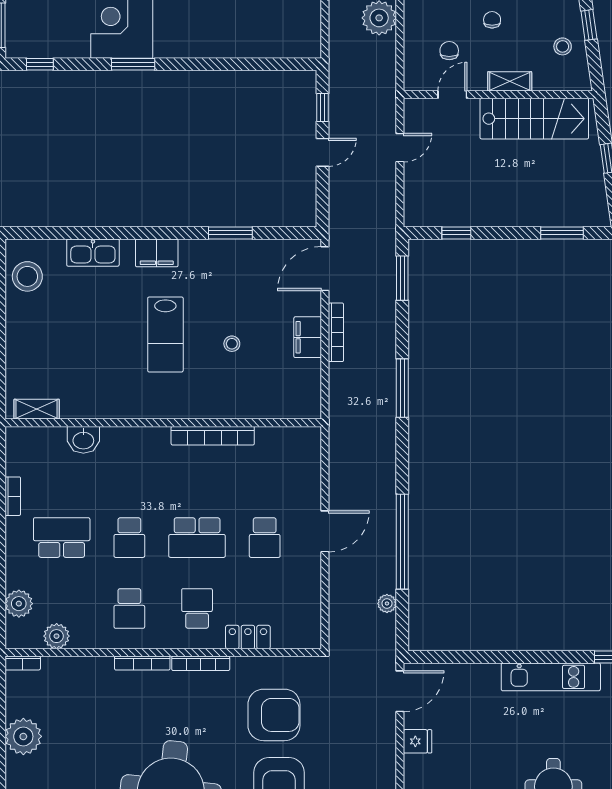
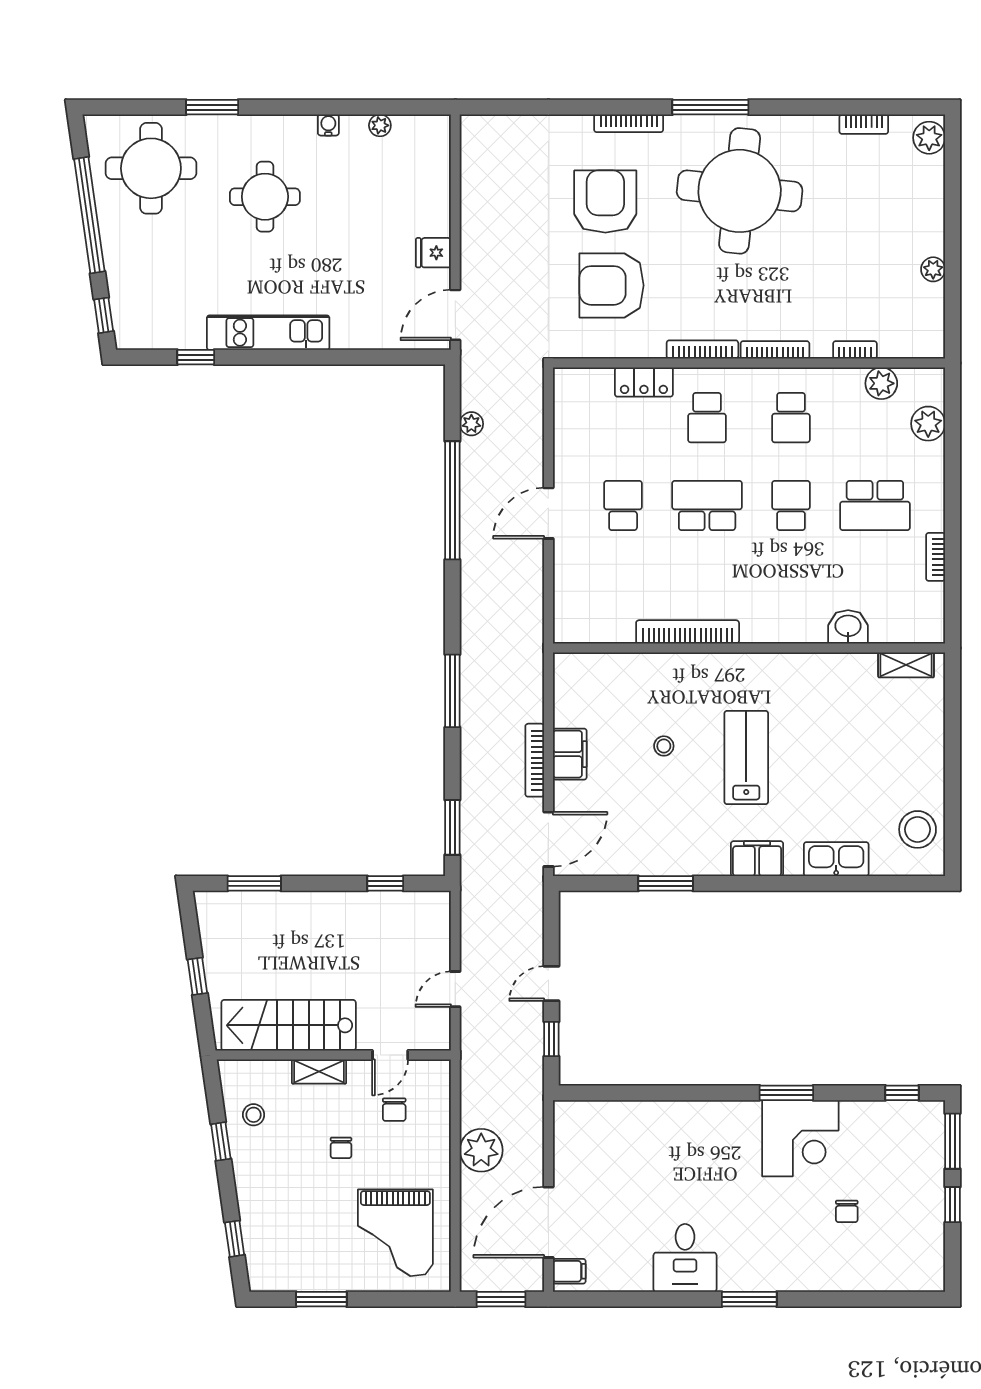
school desk: (129, 608) -> (791, 418), turned 180
bookcase: (23, 663) -> (855, 350), moved
plant: (23, 736) -> (933, 269), width x0.53, depth x0.53

